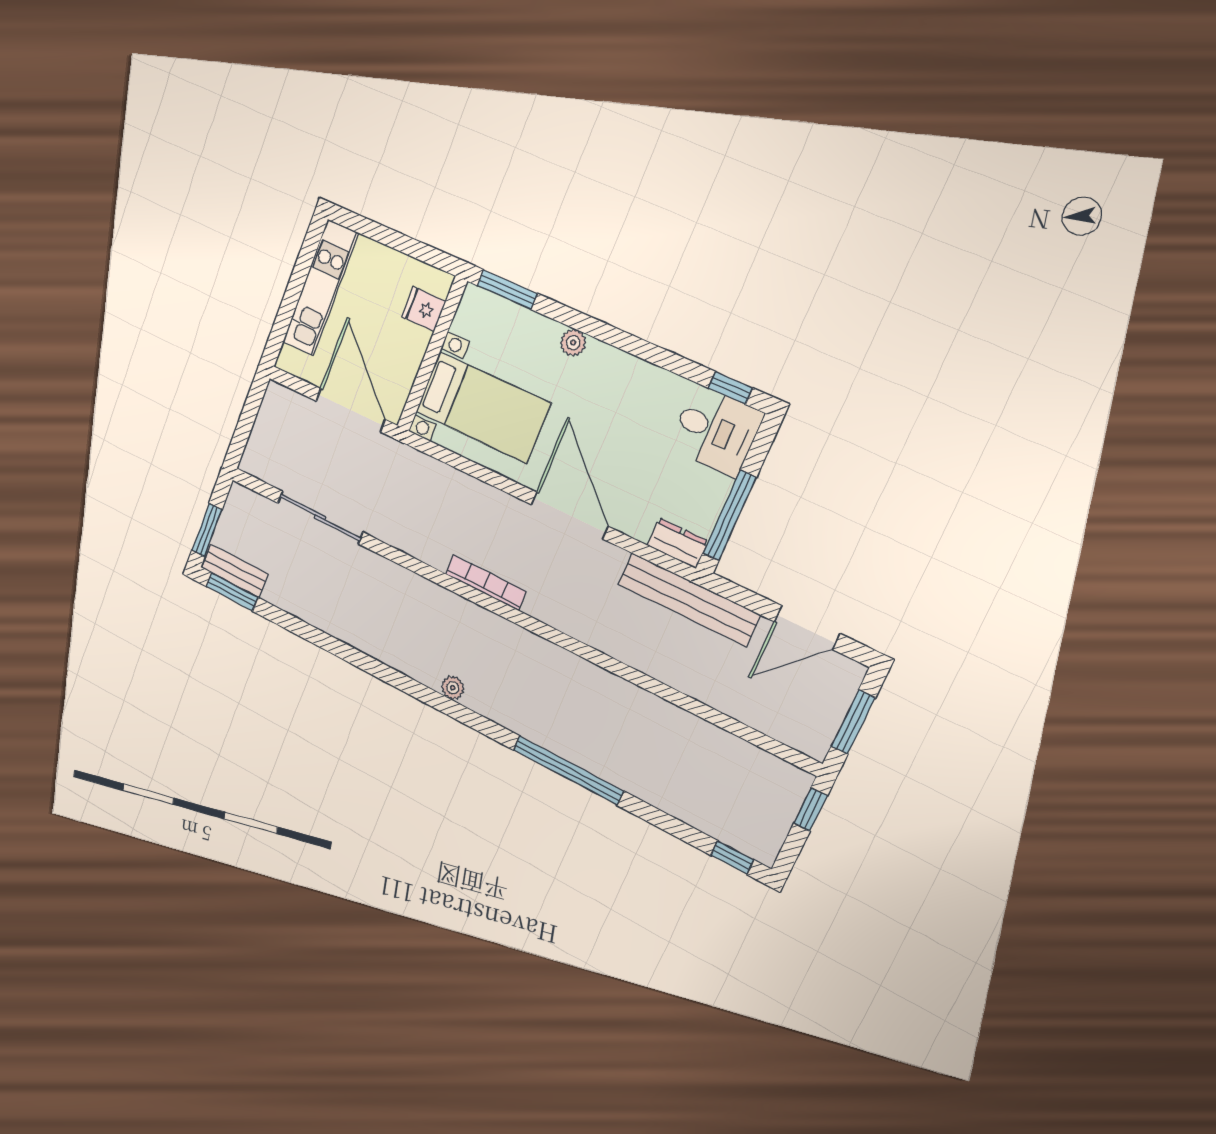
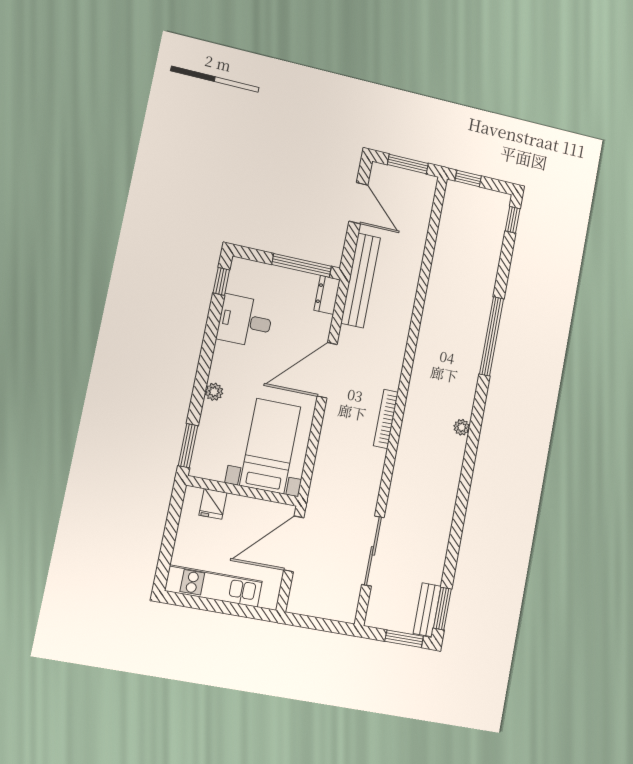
desk: (716, 431) -> (245, 321), moved, turned -90

